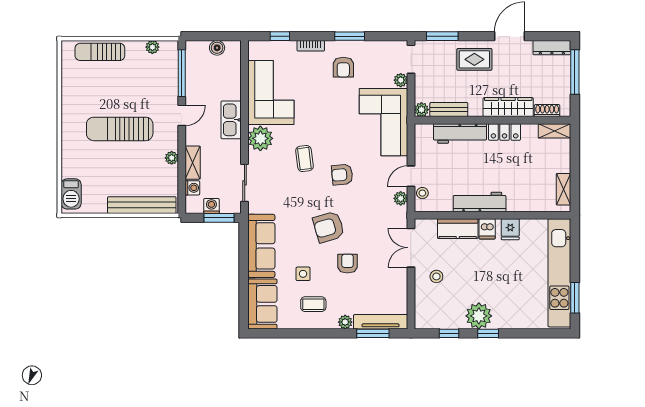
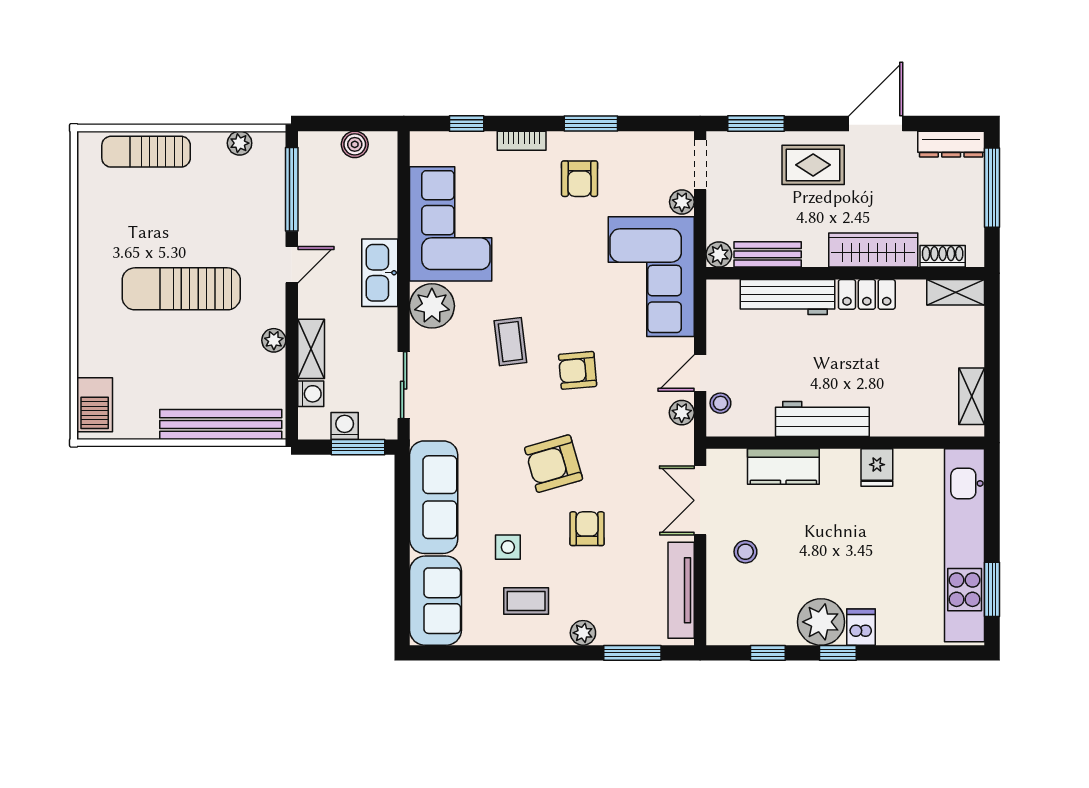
dishwasher: (487, 229) -> (861, 627), moved, turned 180
tv unit: (381, 322) -> (681, 590), moved, turned -90

